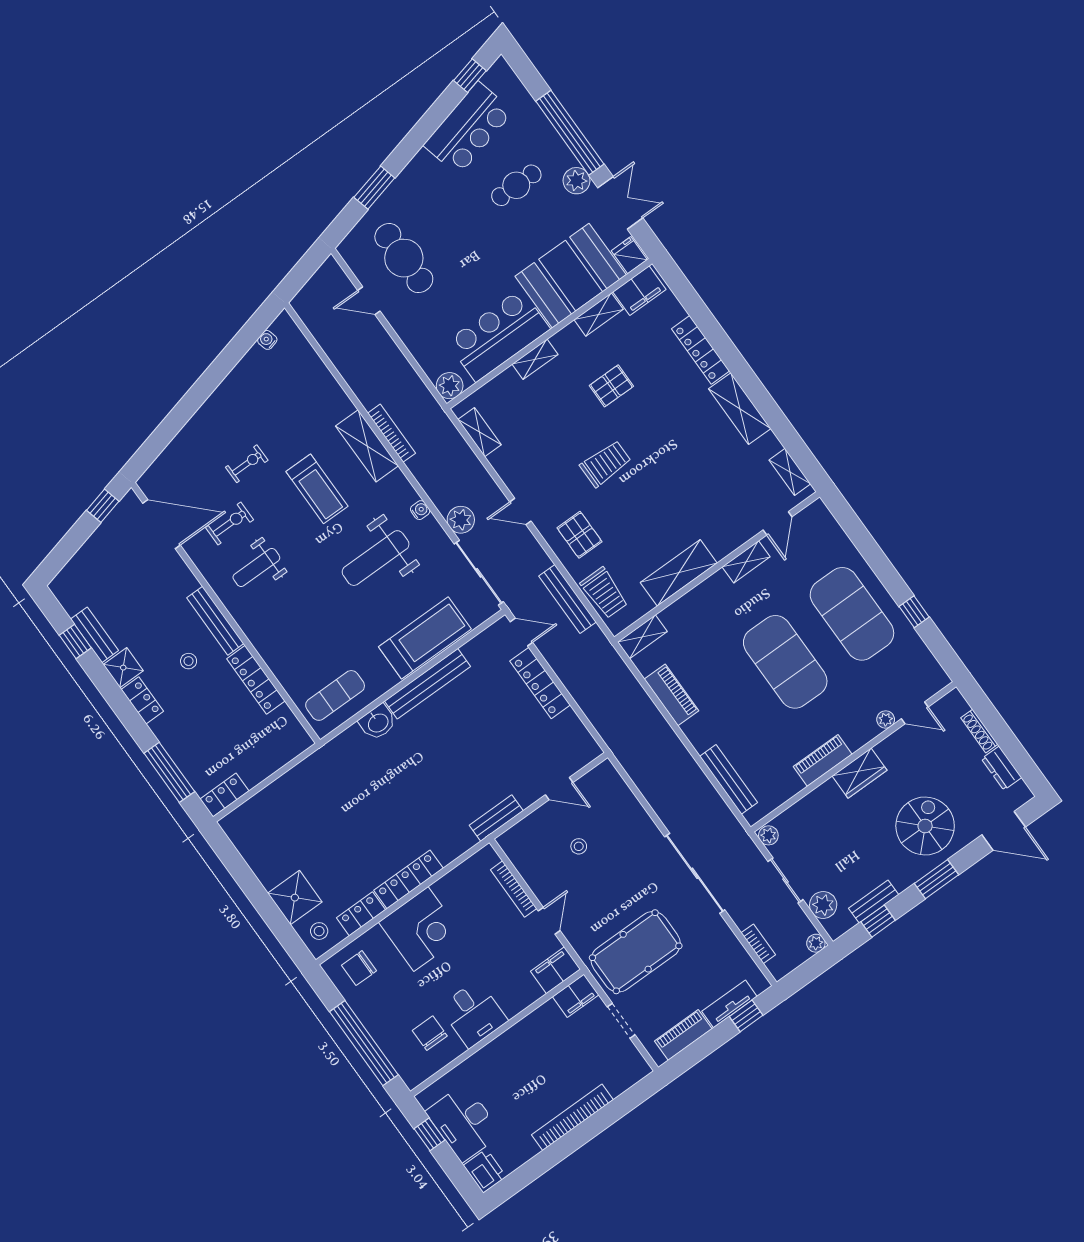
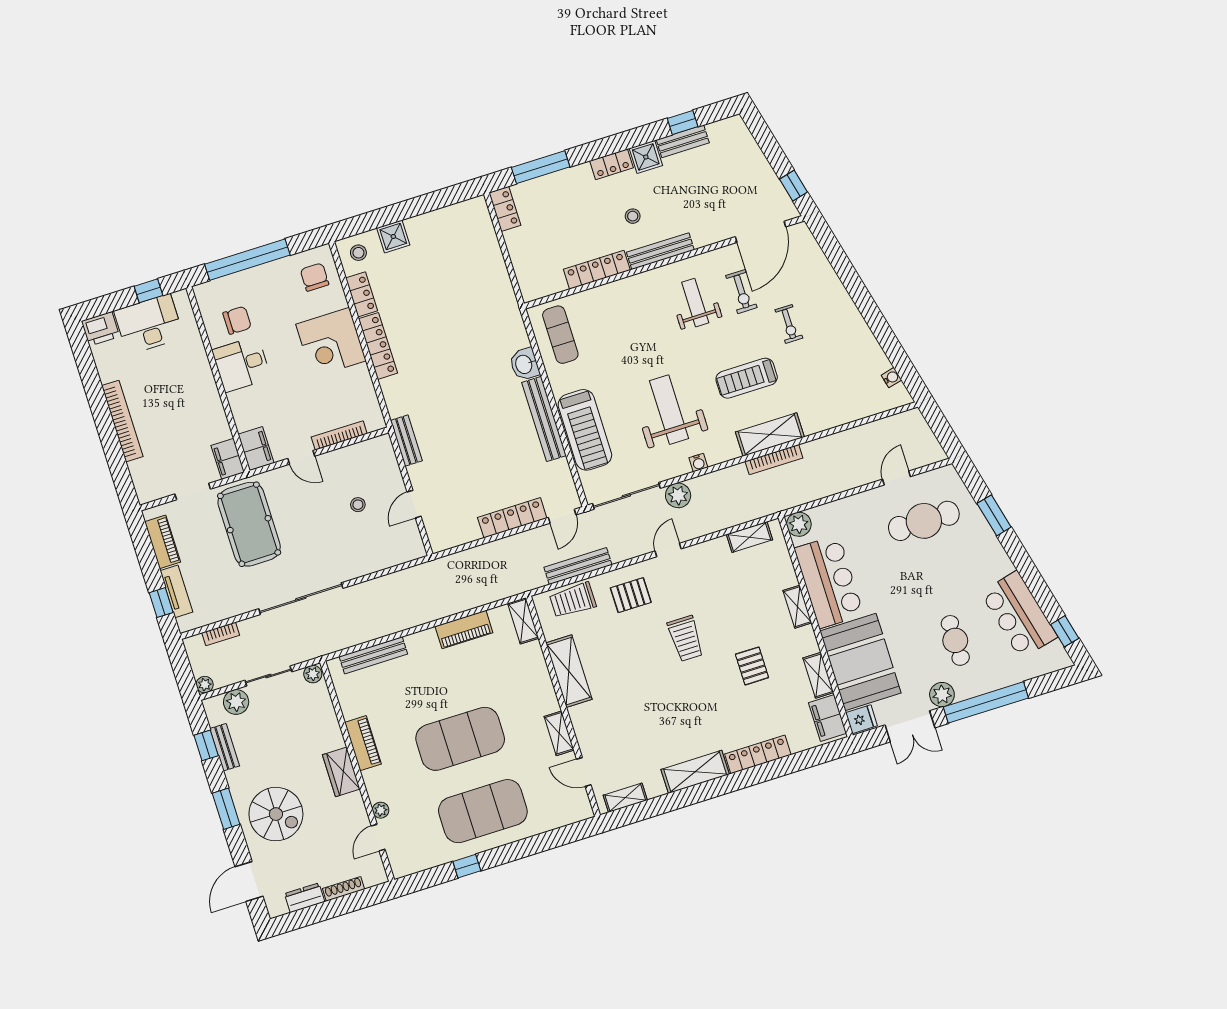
shower: (295, 898) -> (393, 237), width x0.73, depth x0.73

